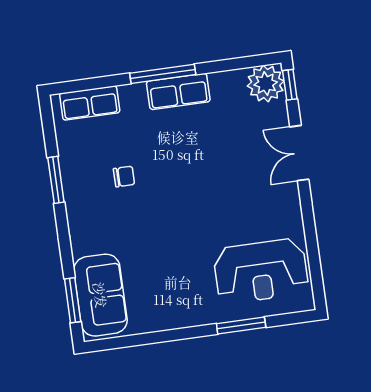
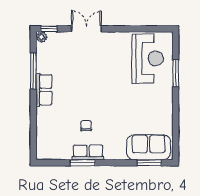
window: (163, 74) -> (33, 71), moved
plant: (266, 84) -> (42, 37), width x0.53, depth x0.53
row of seats: (90, 103) -> (88, 152), moved, turned -90
double door: (299, 153) -> (87, 29), swing flipped

